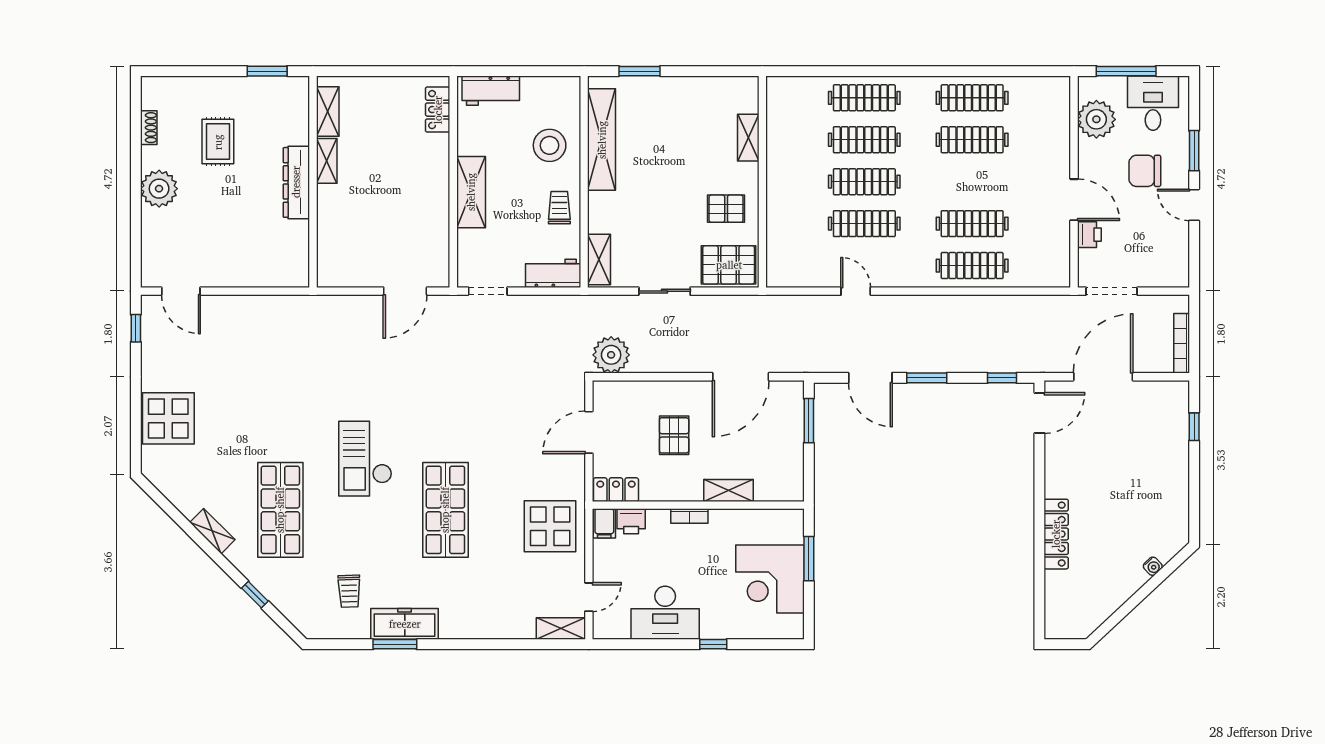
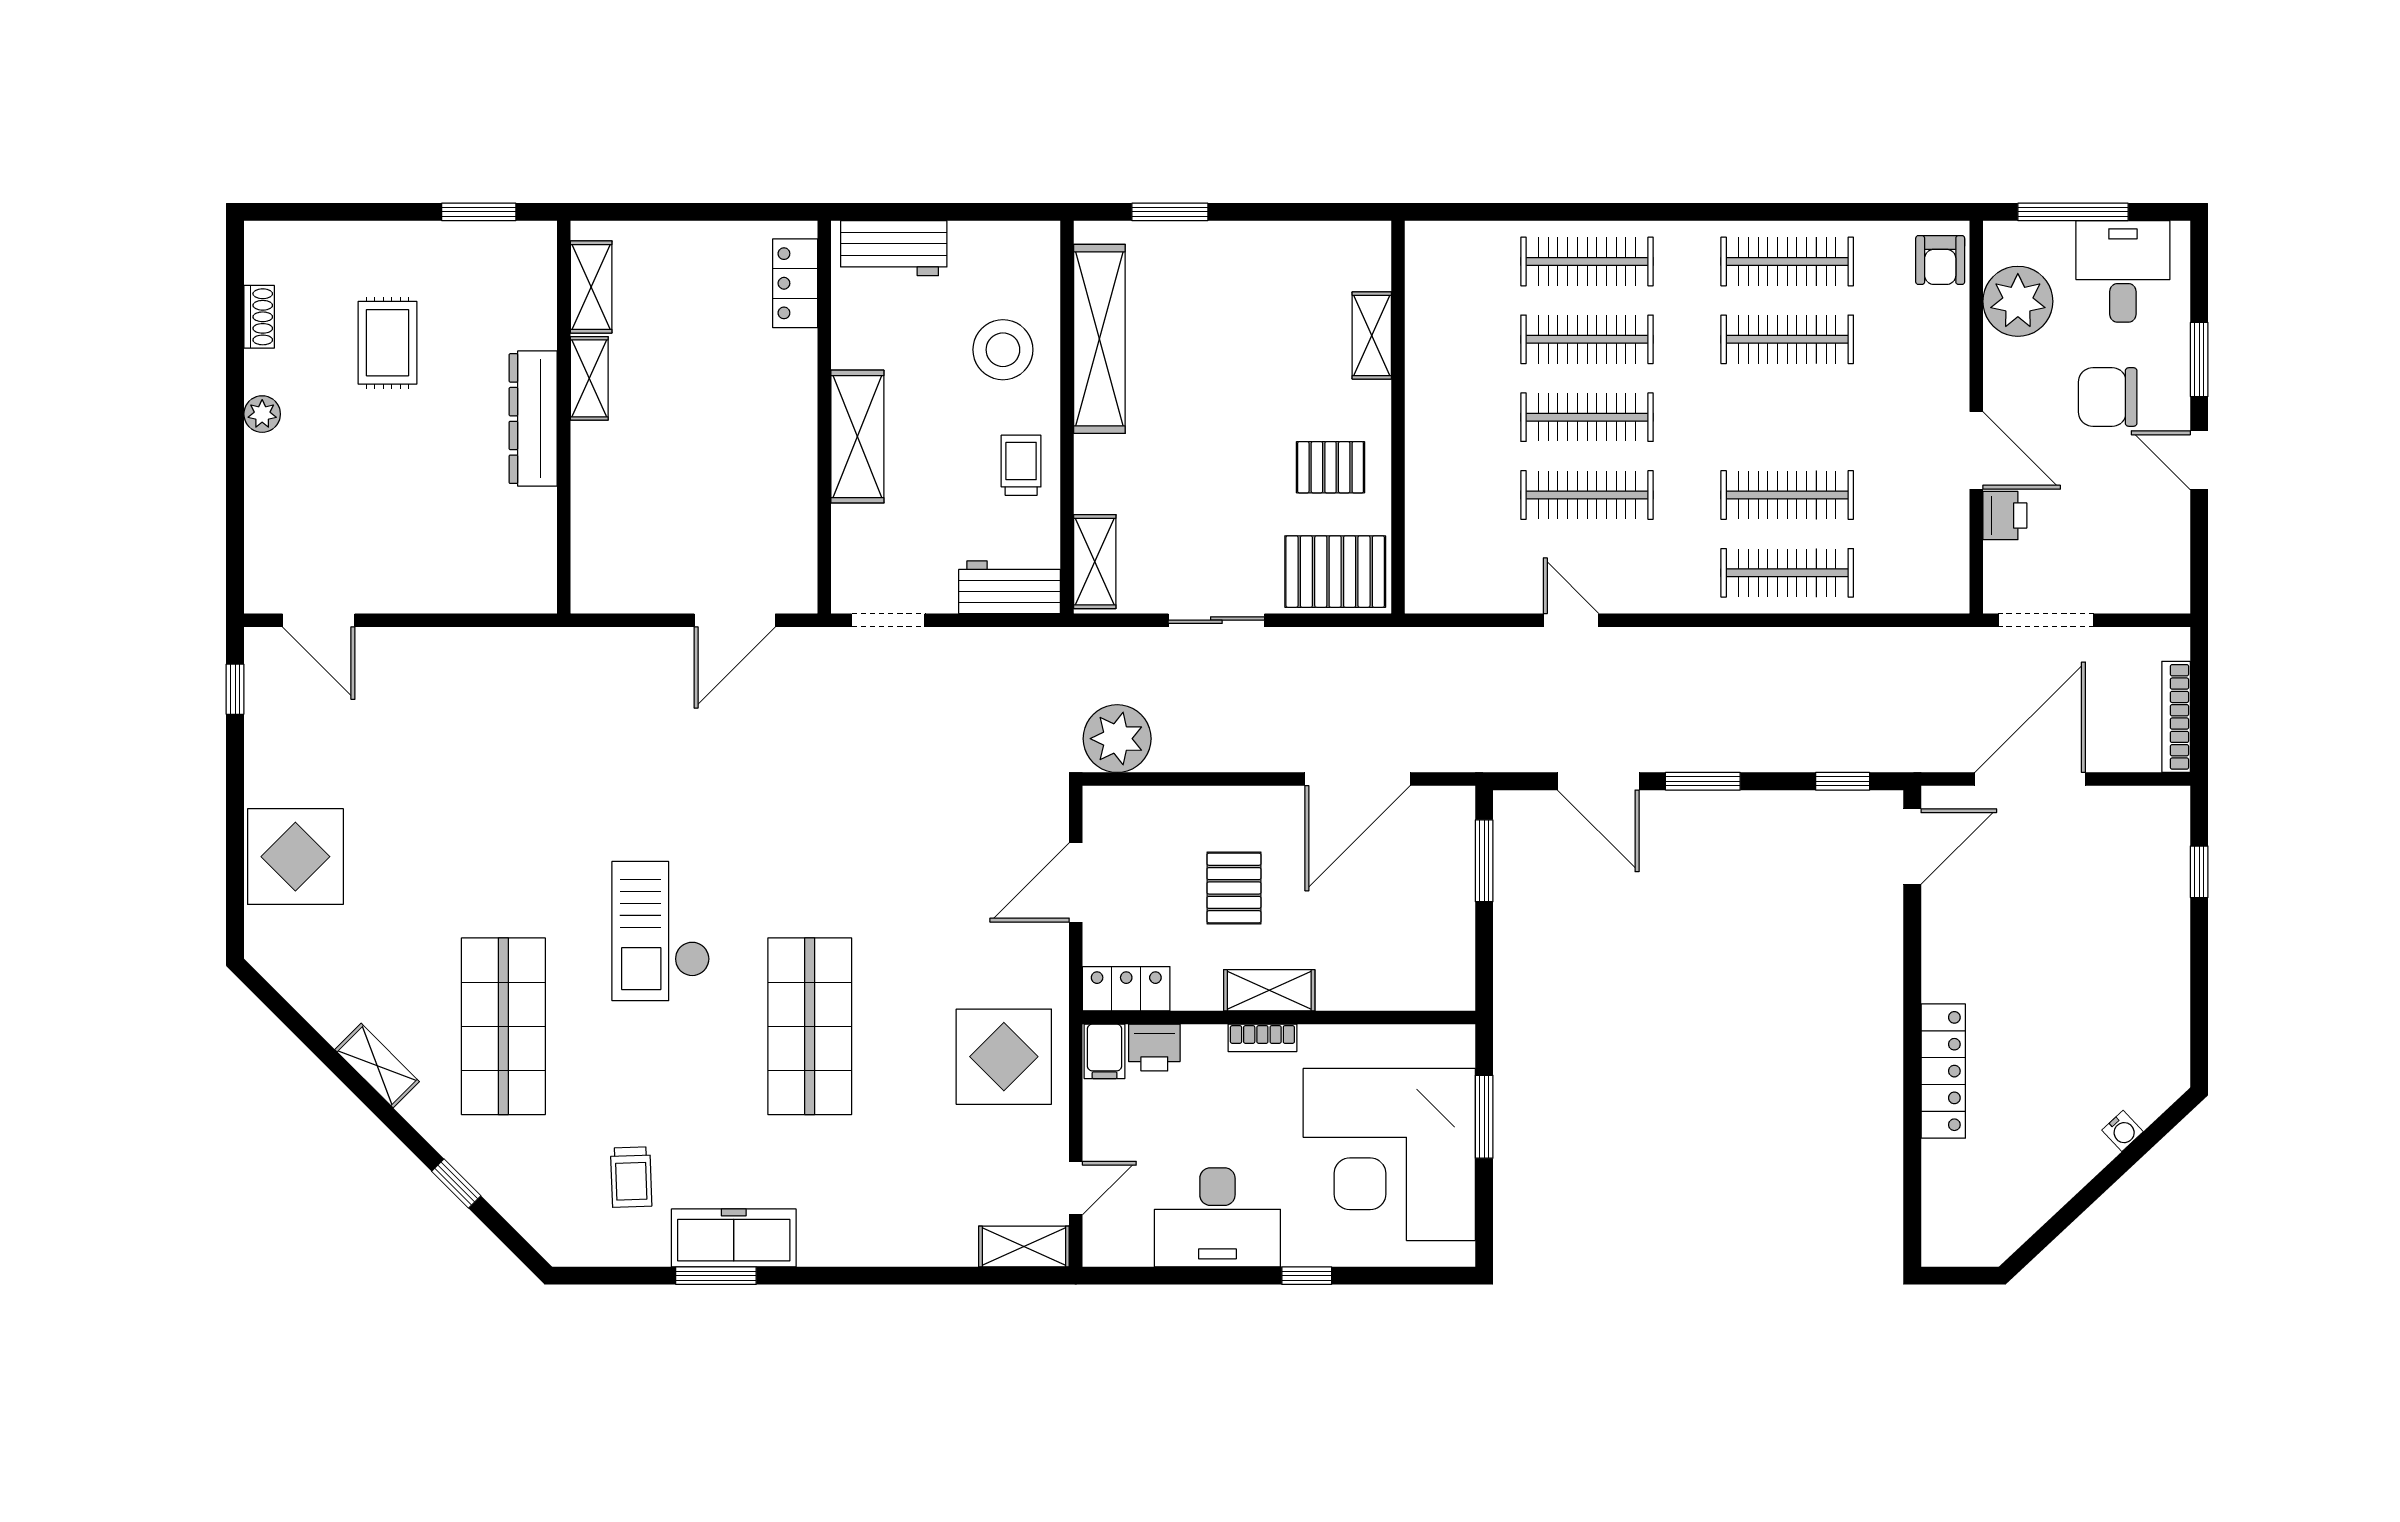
armchair: (1055, 97) -> (1940, 260), added
plant: (159, 189) -> (262, 414), width x0.53, depth x0.53
shelving: (728, 490) -> (1269, 990), moved
corner desk: (770, 579) -> (1389, 1155), width x1.36, depth x1.36

